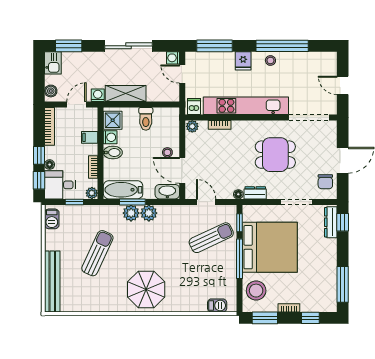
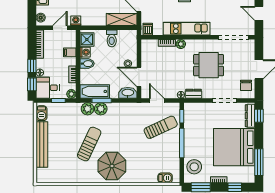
shelving: (126, 94) -> (122, 19), moved
kitchen unit: (246, 106) -> (187, 29), width x0.73
plant: (192, 126) -> (181, 44), moved
plant: (149, 213) -> (88, 109), moved
bed: (270, 247) -> (234, 147), moved, turned 180
sun lounger: (97, 253) -> (89, 144), moved
bench: (52, 282) -> (42, 144), moved

